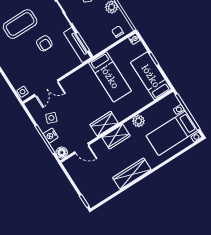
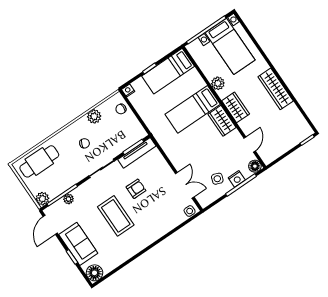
bed: (110, 77) -> (193, 109), moved, turned 180

